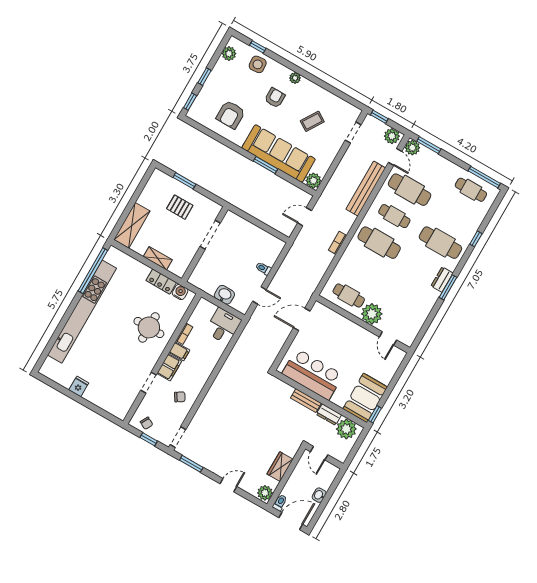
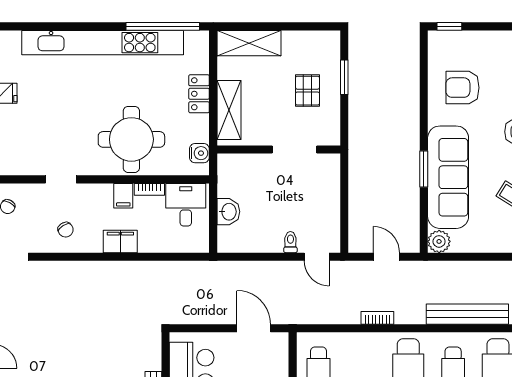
window: (204, 77) -> (492, 26), removed
shelving: (158, 258) -> (229, 110), width x1.50, depth x1.33
locker: (161, 282) -> (199, 94), moved
door: (259, 295) -> (317, 257), moved
desk: (223, 326) -> (186, 205), moved, turned -90
round table: (149, 327) -> (131, 139), width x1.36, depth x1.36
filing cabinet: (169, 367) -> (120, 242), moved, turned 180

